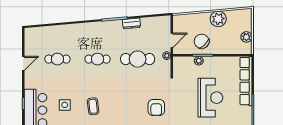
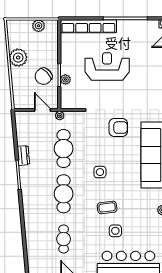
cafe table: (98, 59) -> (64, 194), width x1.37, depth x1.35
side table: (117, 91) -> (100, 172), added
coffee table: (93, 106) -> (107, 207), moved

